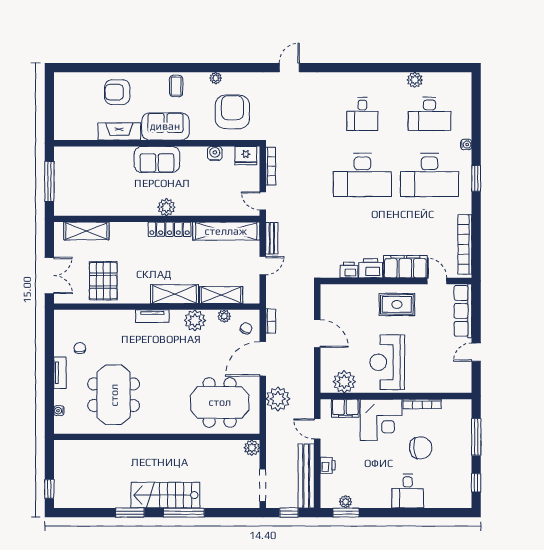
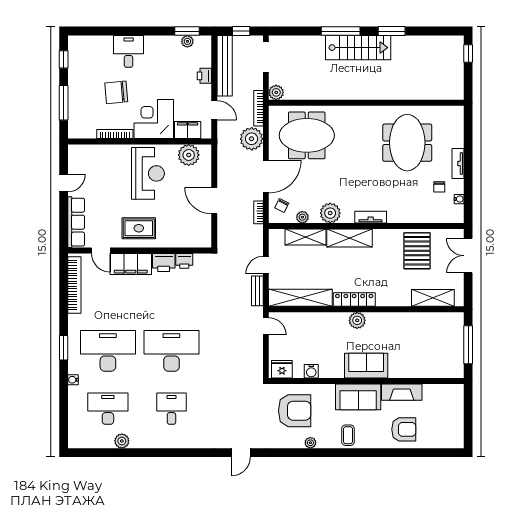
armchair: (232, 112) -> (295, 411), turned -90
bookcase: (271, 166) -> (258, 108), moved
water cooler: (59, 411) -> (459, 199), moved

